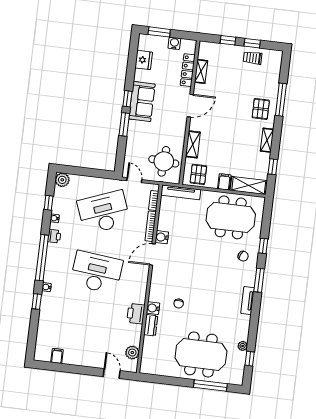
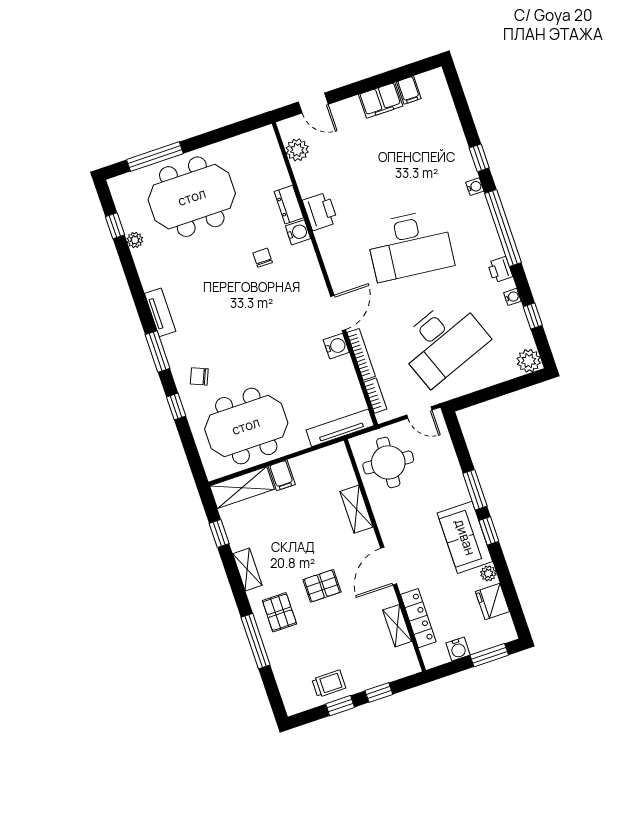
plant: (139, 76) -> (488, 573), added
pallet: (198, 174) -> (322, 586), moved, turned 90
filing cabinet: (75, 358) -> (381, 100), added

